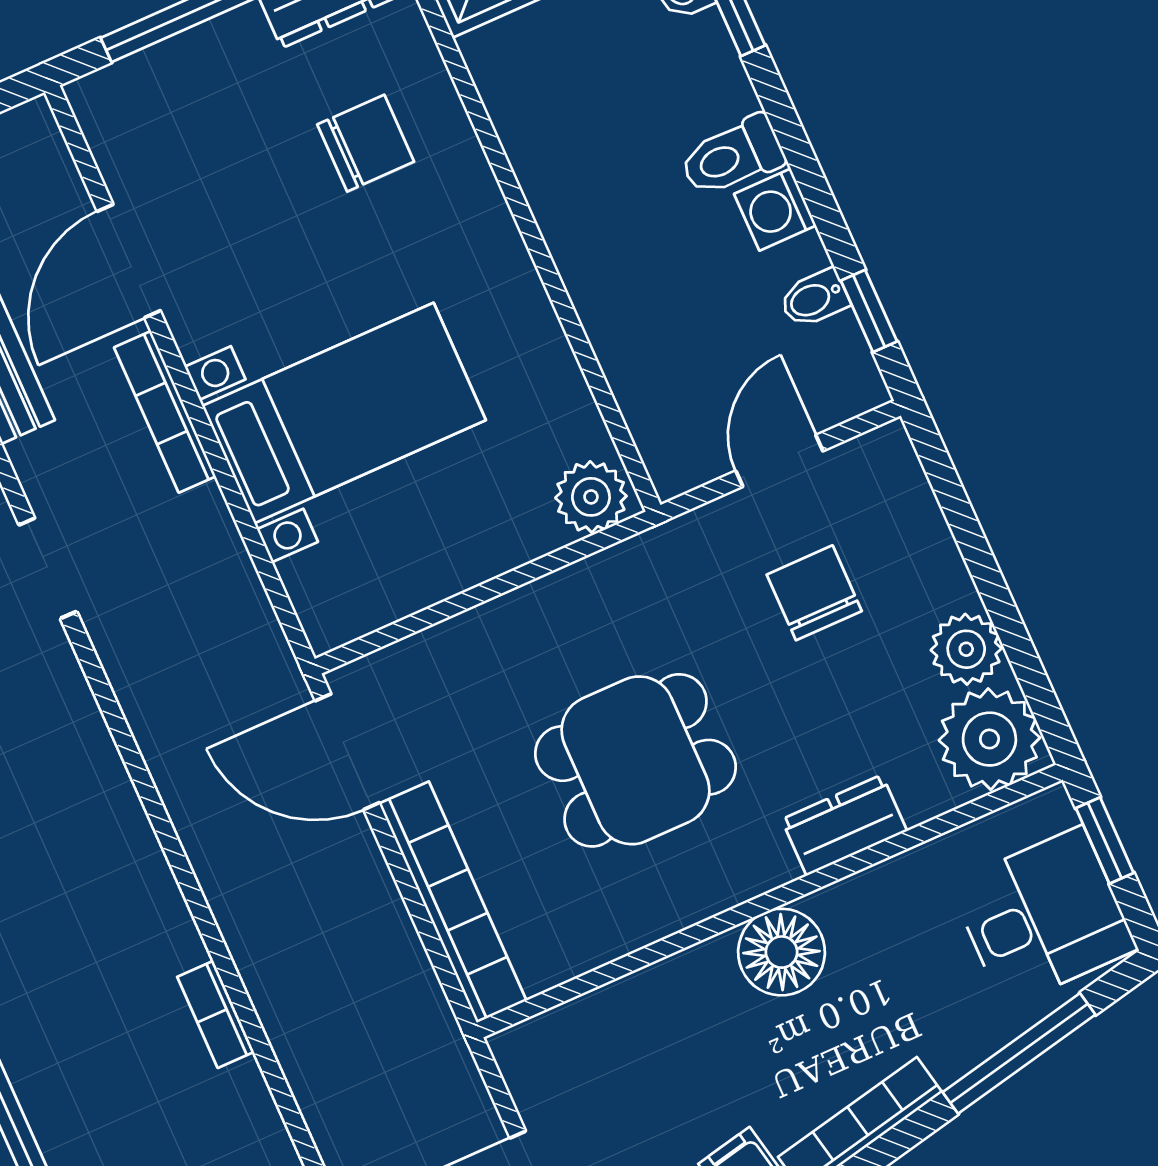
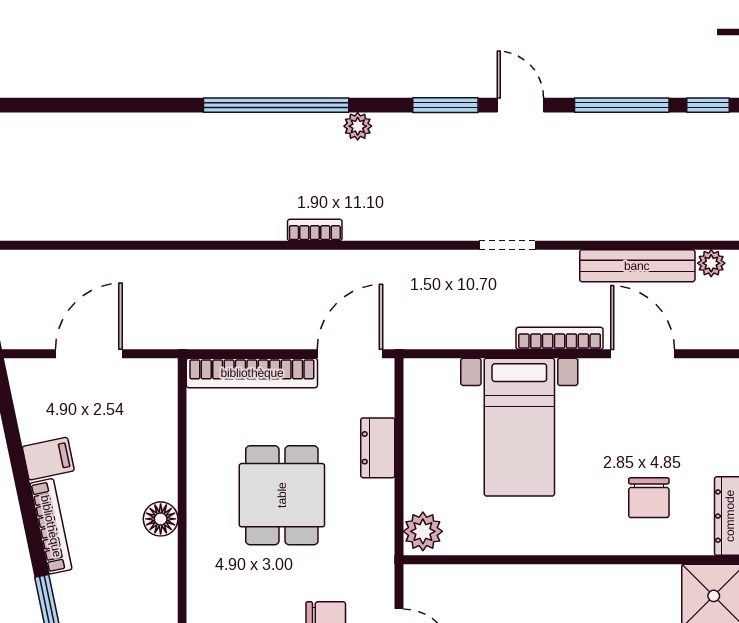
dresser: (844, 825) -> (378, 448), moved, turned 180
floor lamp: (782, 952) -> (161, 519), width x0.73, depth x0.73
bookcase: (216, 1014) -> (315, 230), moved

